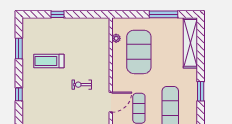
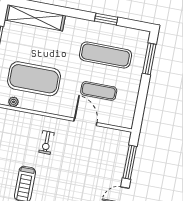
exercise bike: (82, 85) -> (47, 142), moved
window: (201, 91) -> (106, 19), moved

